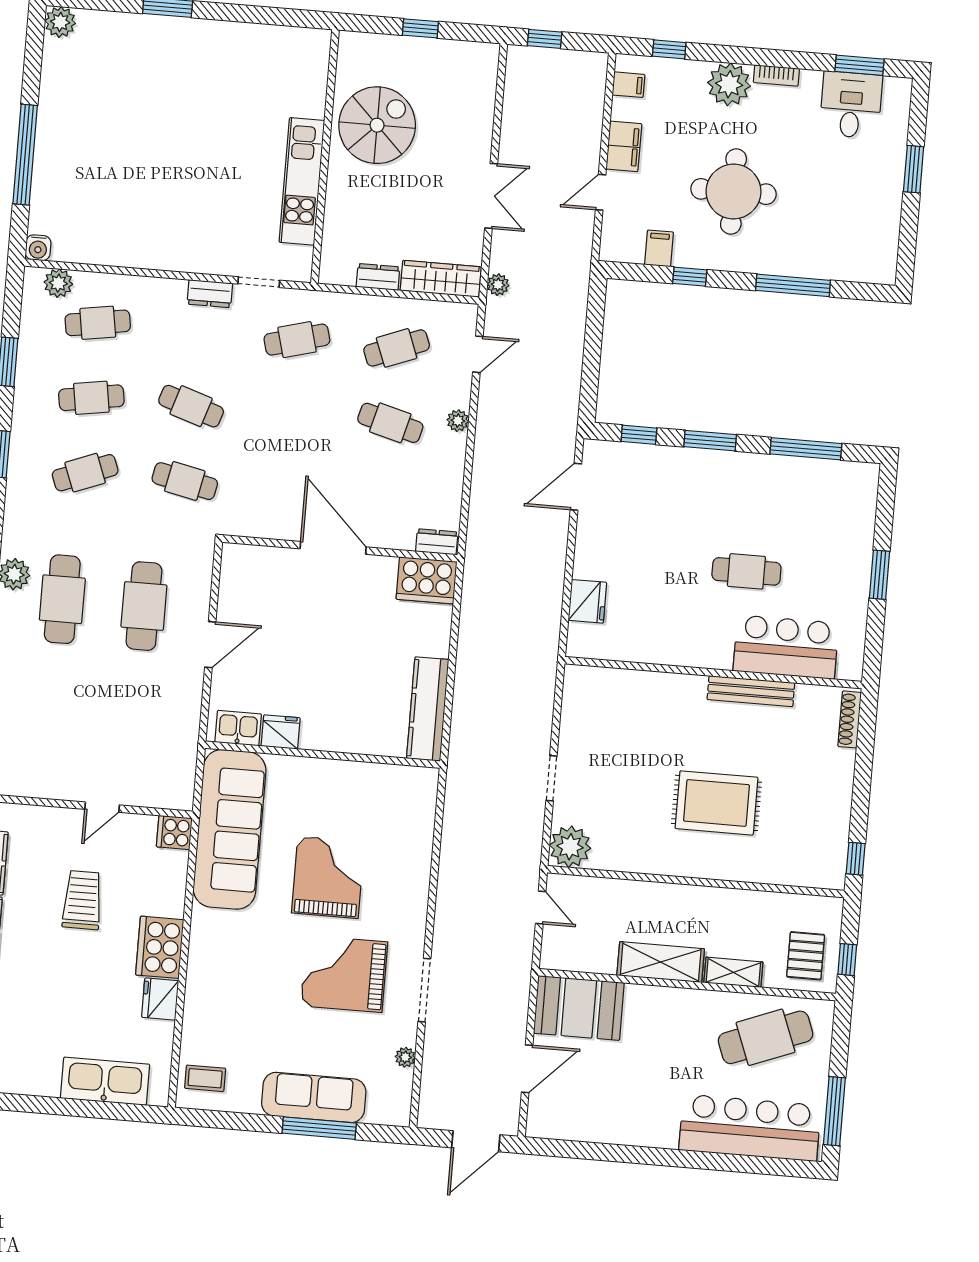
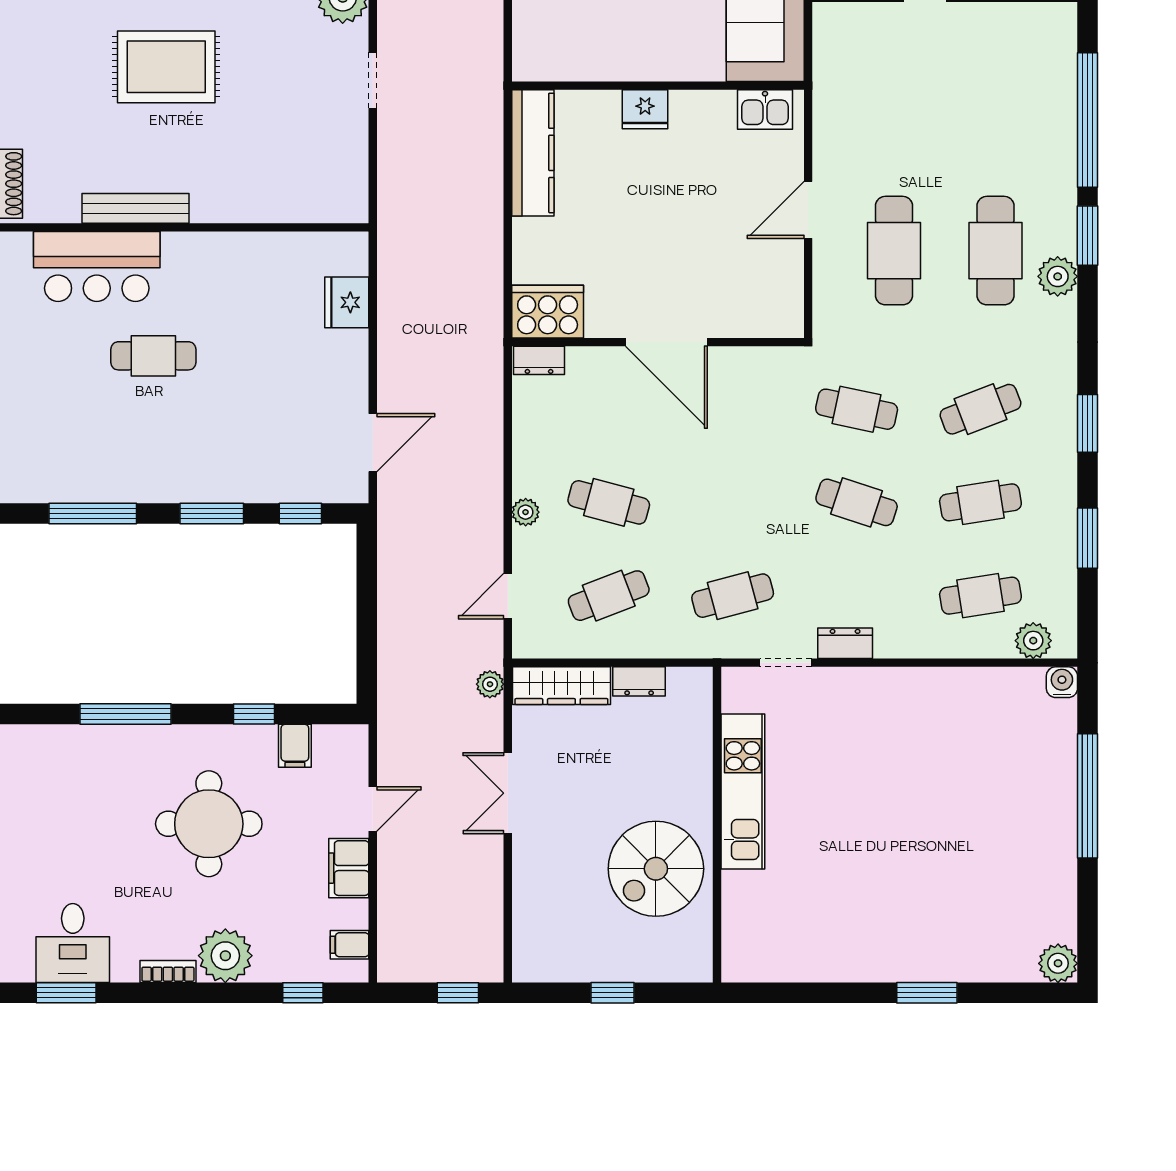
fridge: (281, 732) -> (645, 109), moved

